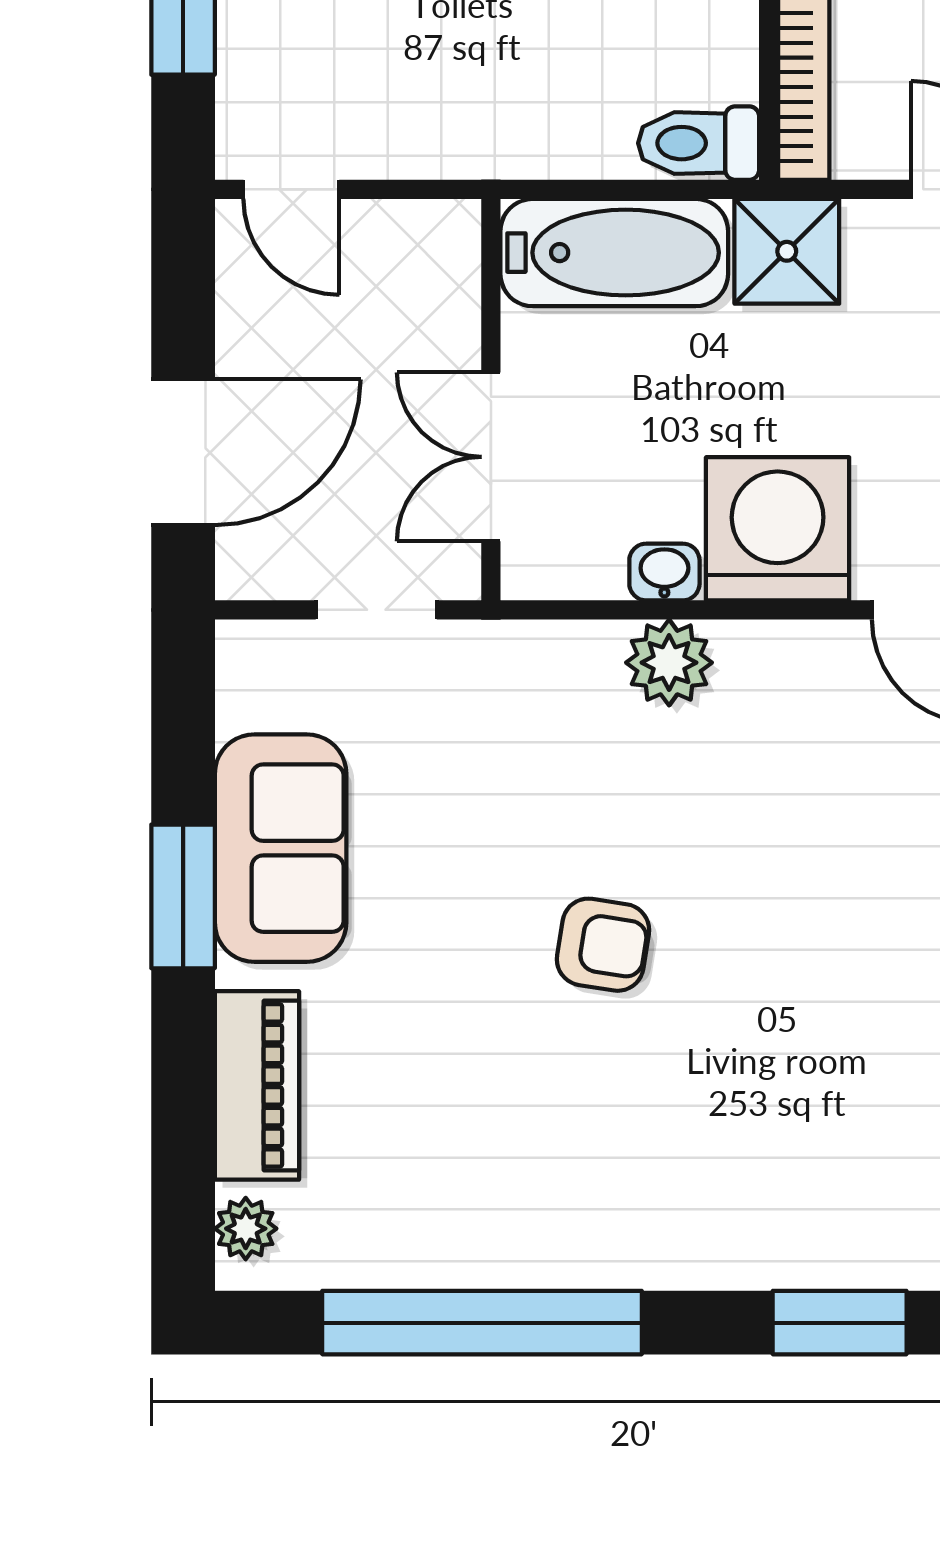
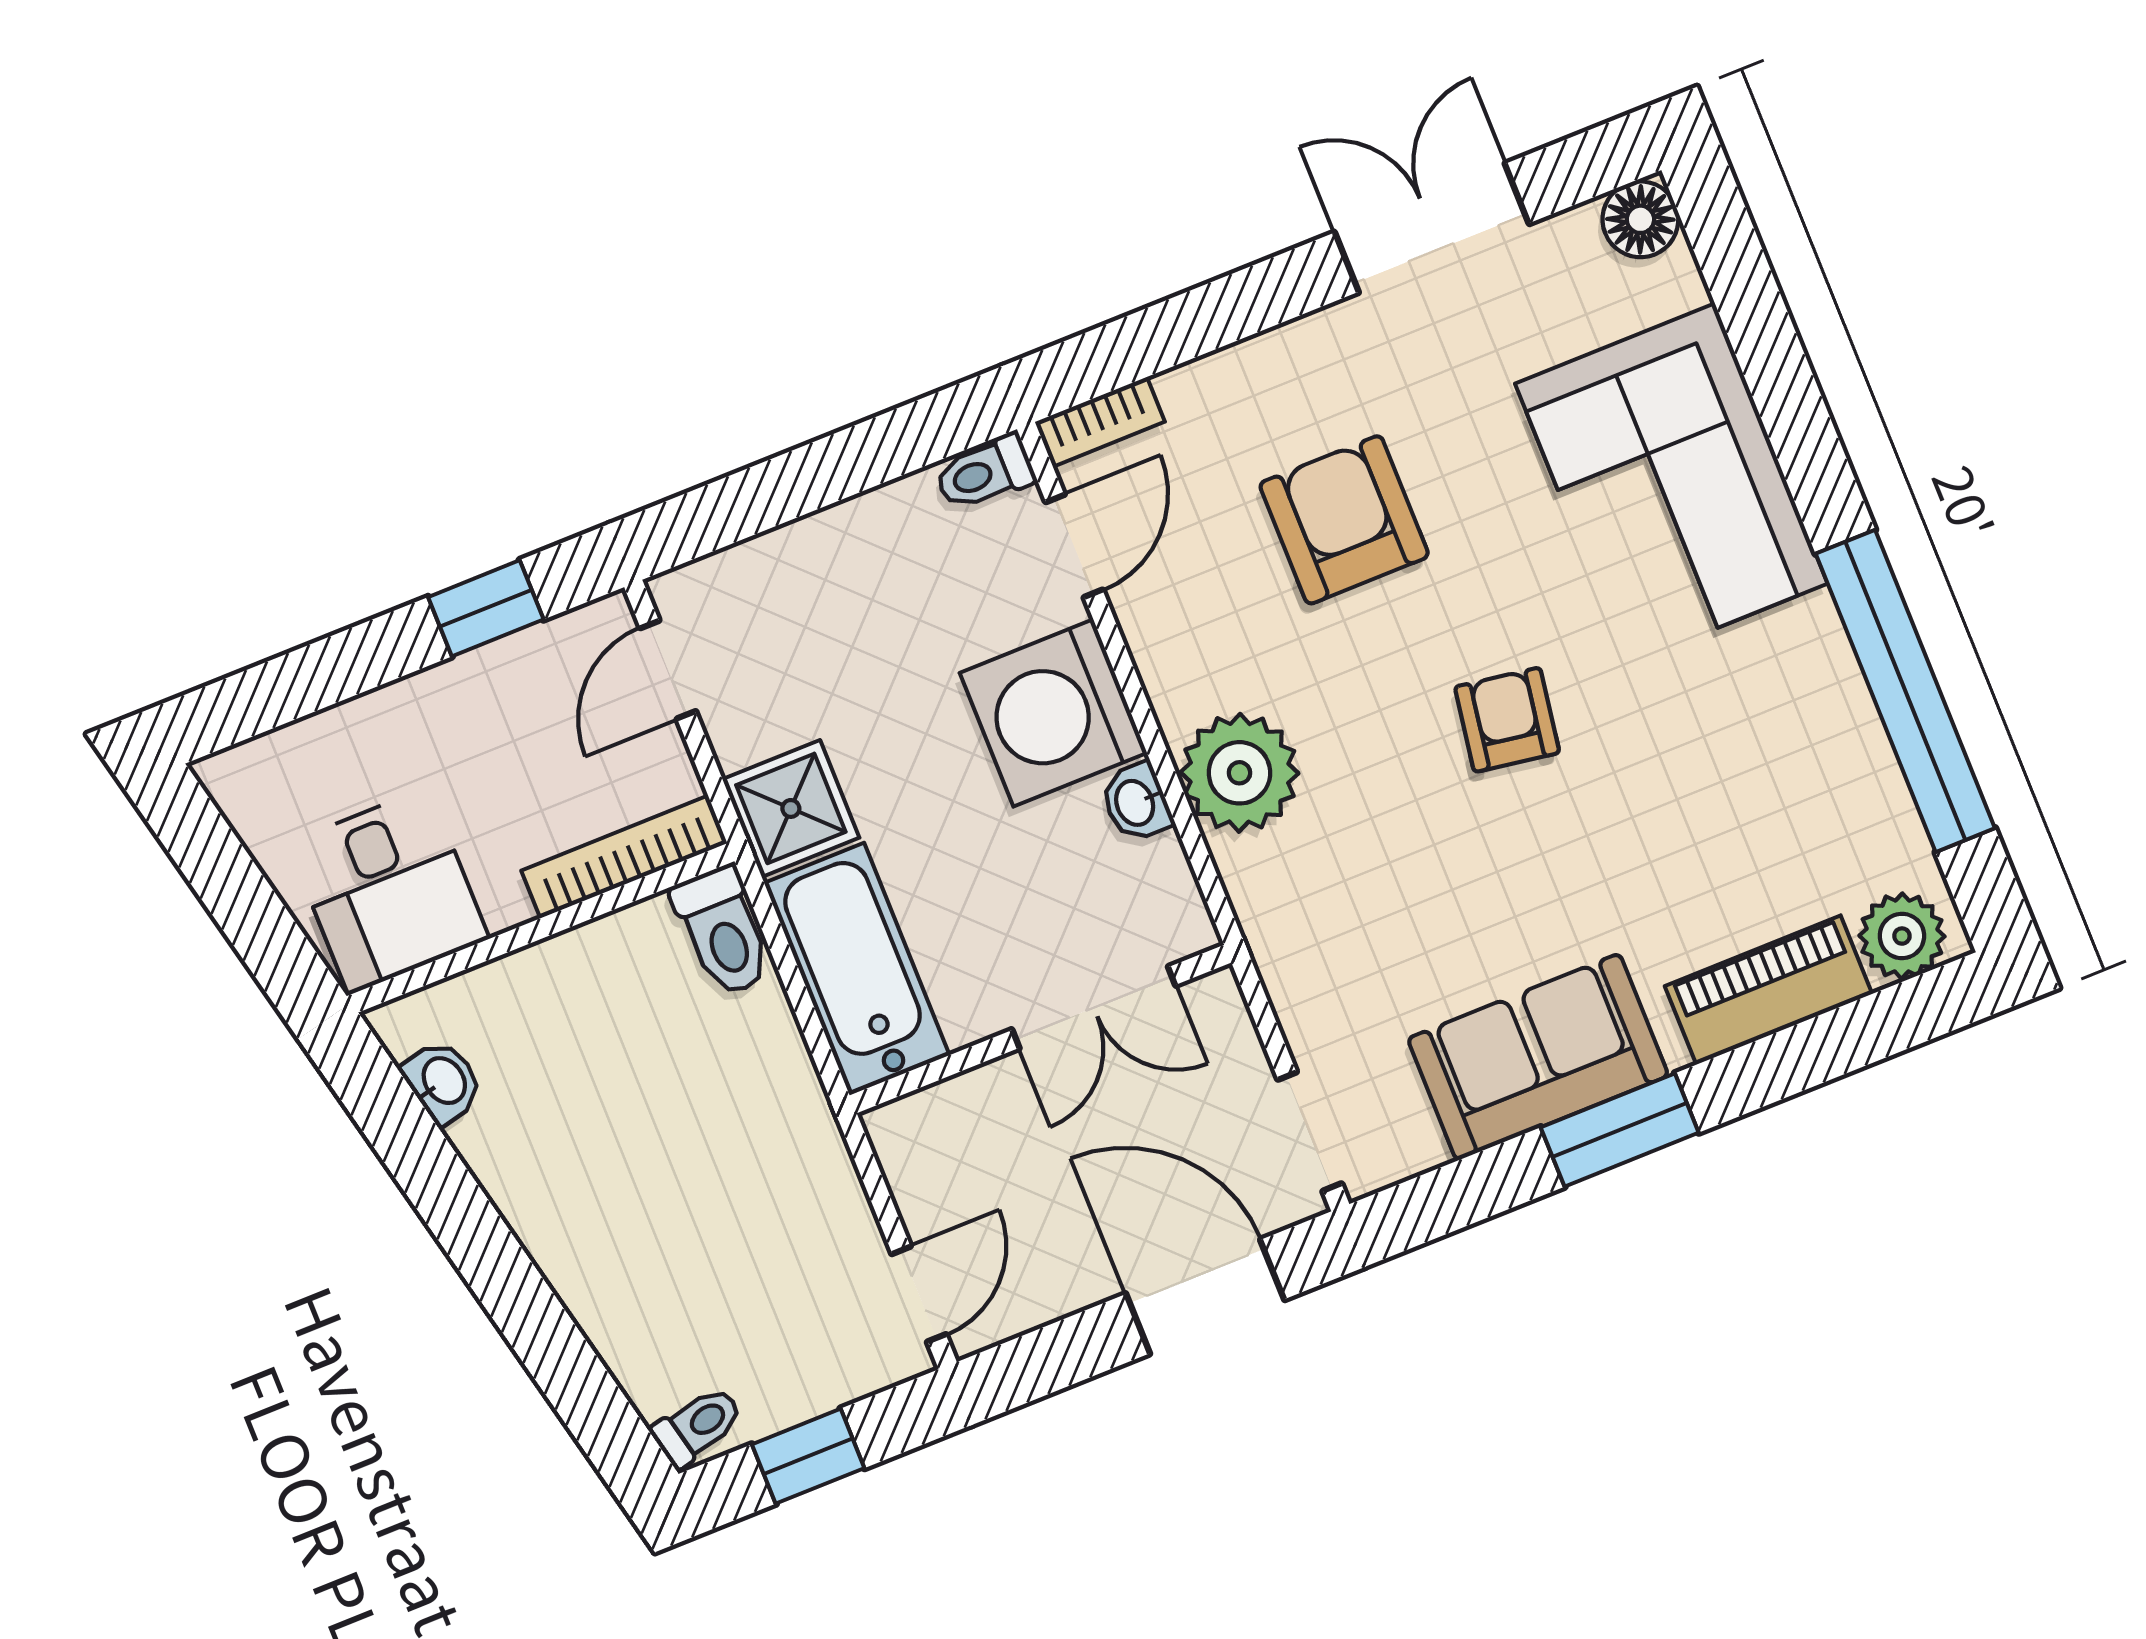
doorway: (376, 610) -> (1310, 1132), moved
plant: (669, 663) -> (1239, 773), width x1.36, depth x1.36
armchair: (848, 868) -> (1344, 520), added
corner sofa: (760, 1184) -> (1671, 484), added
plant: (246, 1229) -> (1902, 936), width x1.38, depth x1.38
window: (840, 1323) -> (1771, 357), removed

